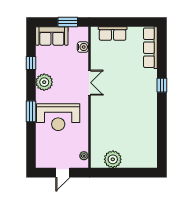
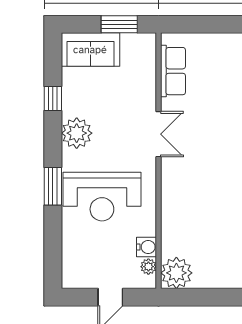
row of seats: (113, 34) -> (173, 71), moved, turned -90
water cooler: (83, 47) -> (147, 247), moved
plant: (113, 159) -> (176, 273), moved

